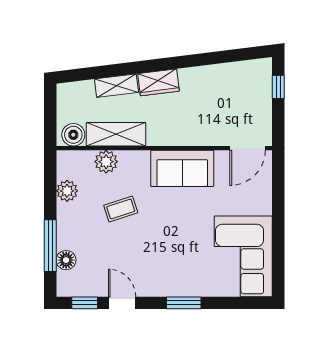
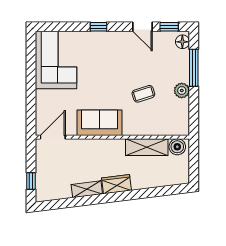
shelving: (116, 86) -> (87, 189), moved
plant: (106, 162) -> (154, 128), removed
plant: (67, 191) -> (182, 91), moved
floor lamp: (66, 260) -> (182, 42), moved
window: (184, 303) -> (98, 27), width x0.67

